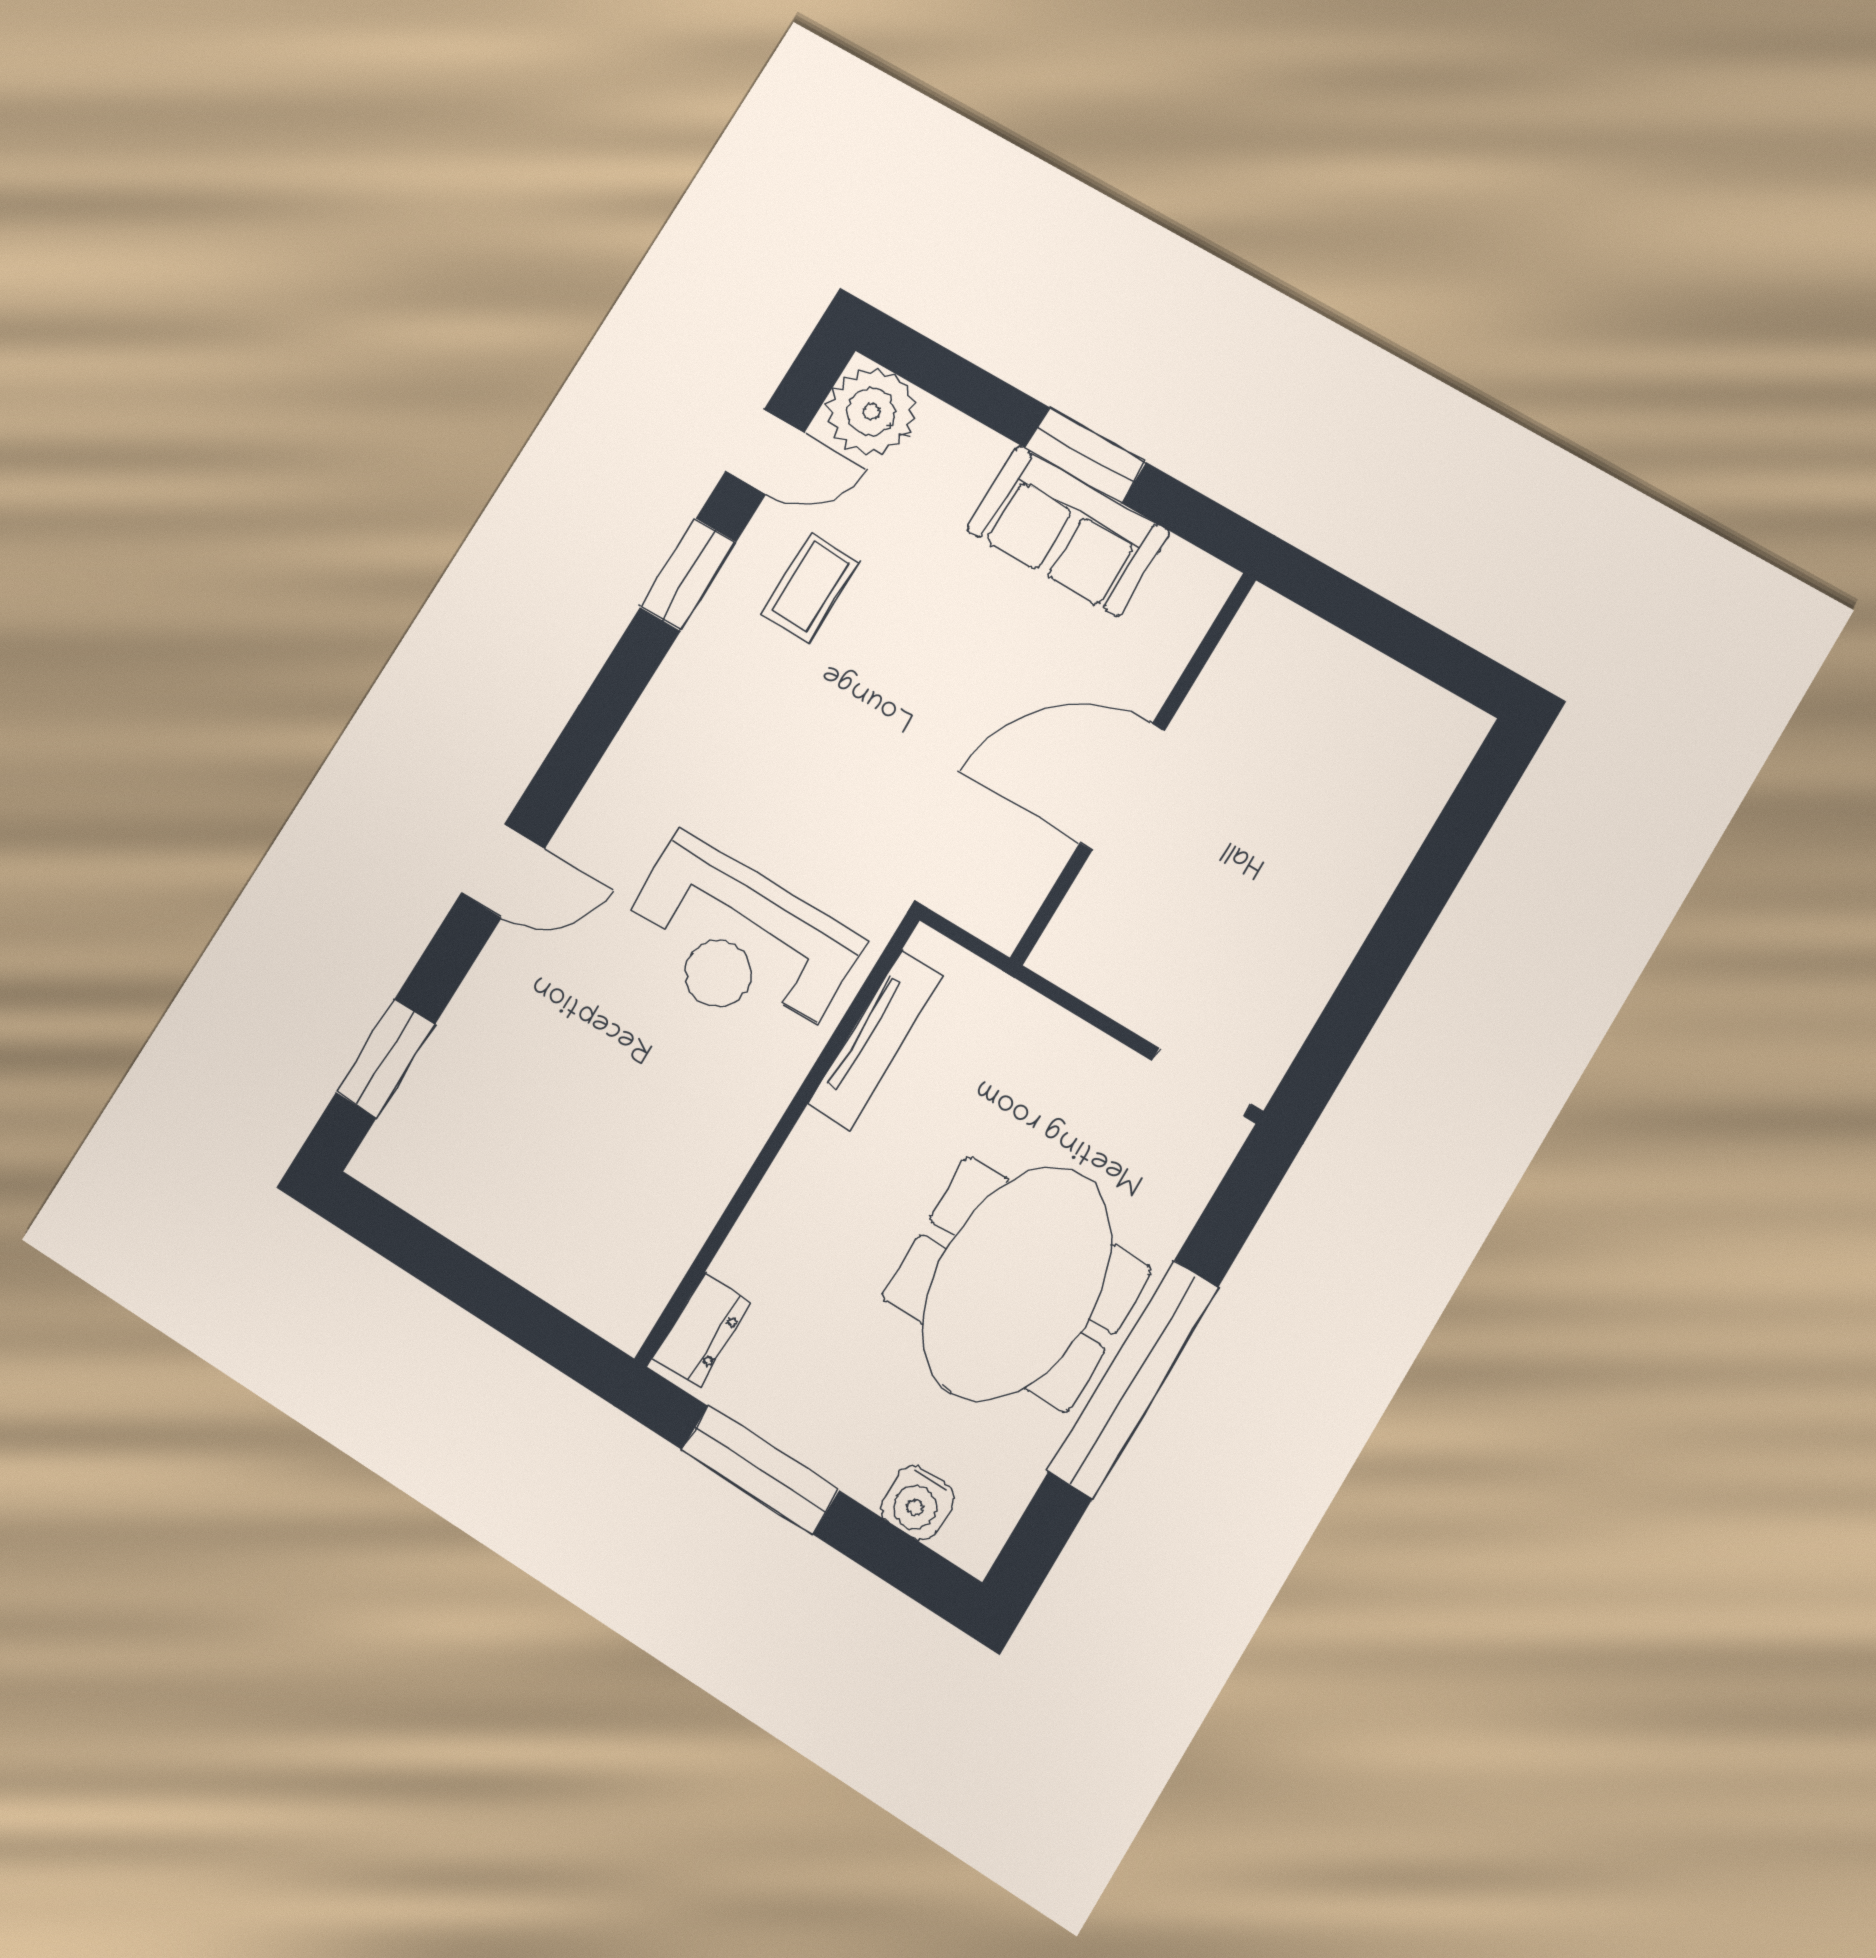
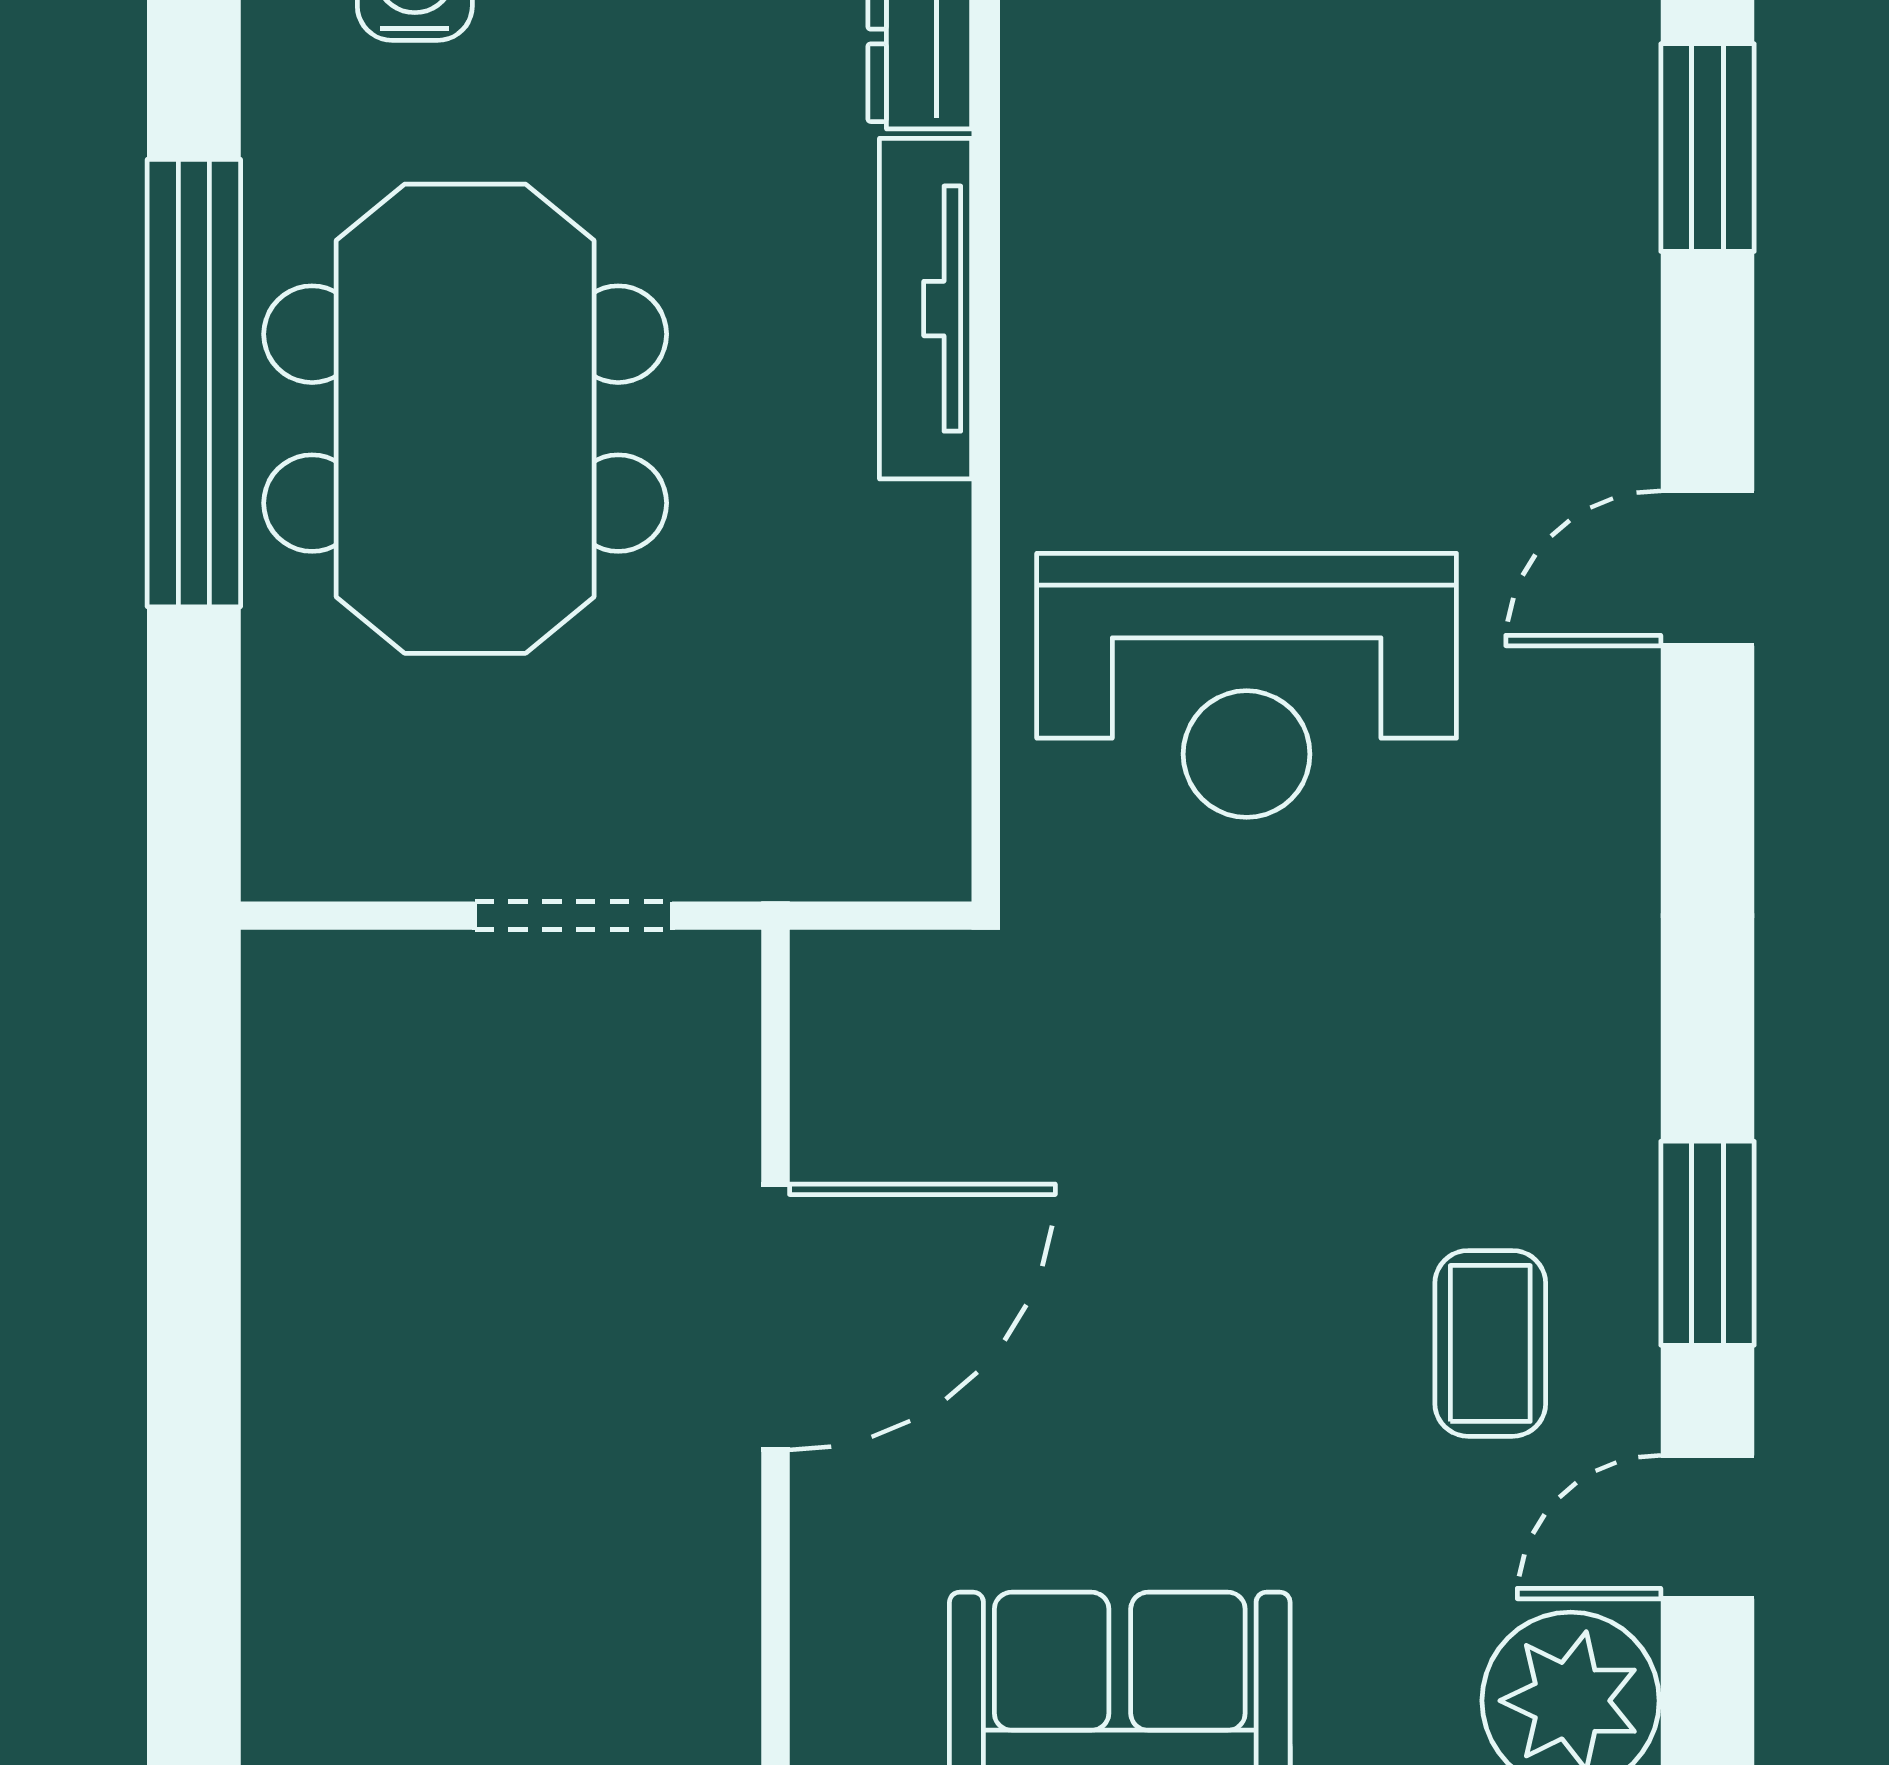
reception desk: (737, 943) -> (1247, 685), turned 180
tv unit: (875, 1040) -> (926, 309), moved
doorway: (1201, 1082) -> (573, 916), moved

